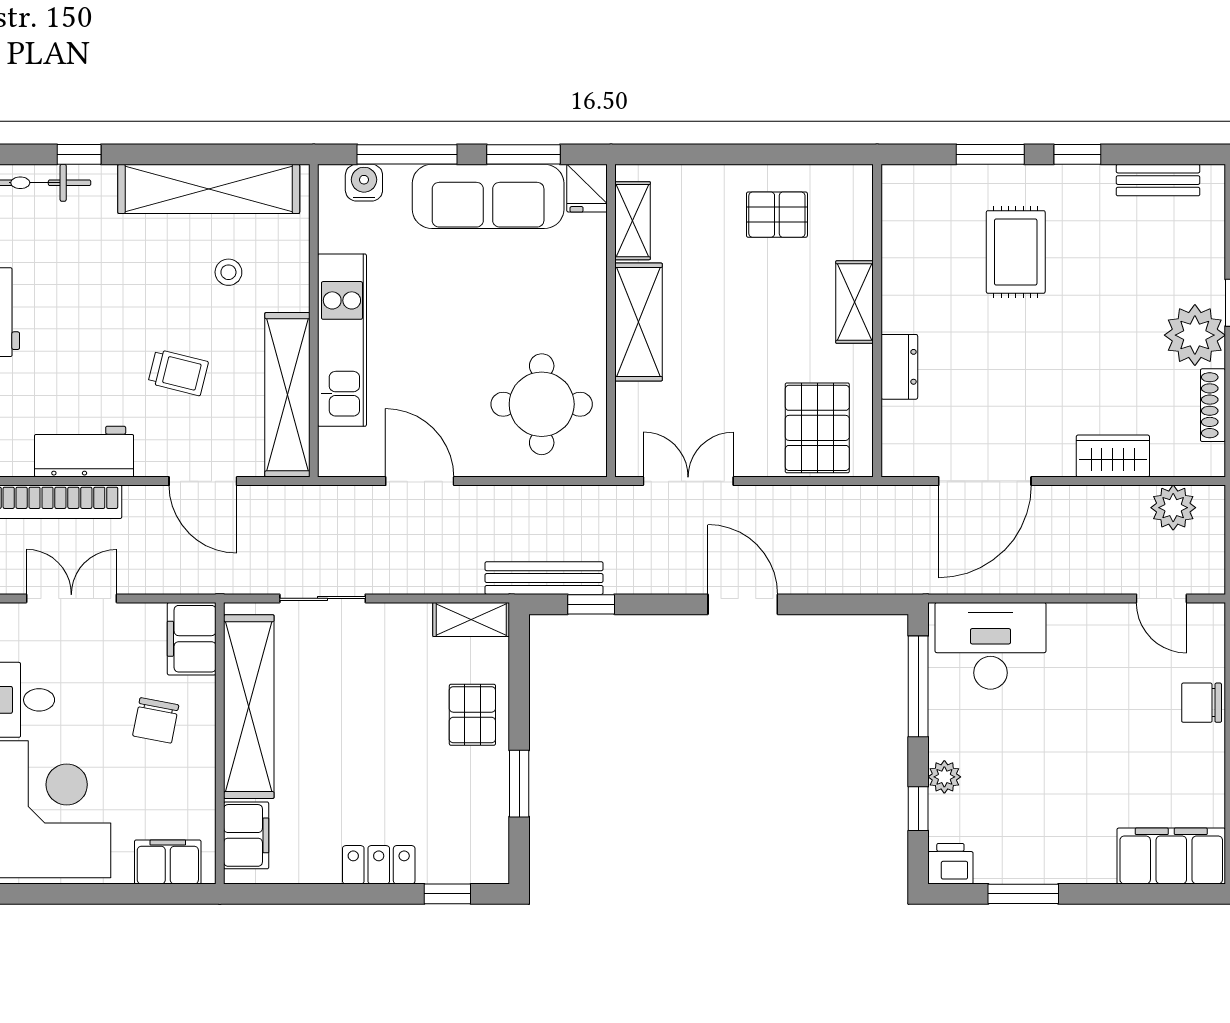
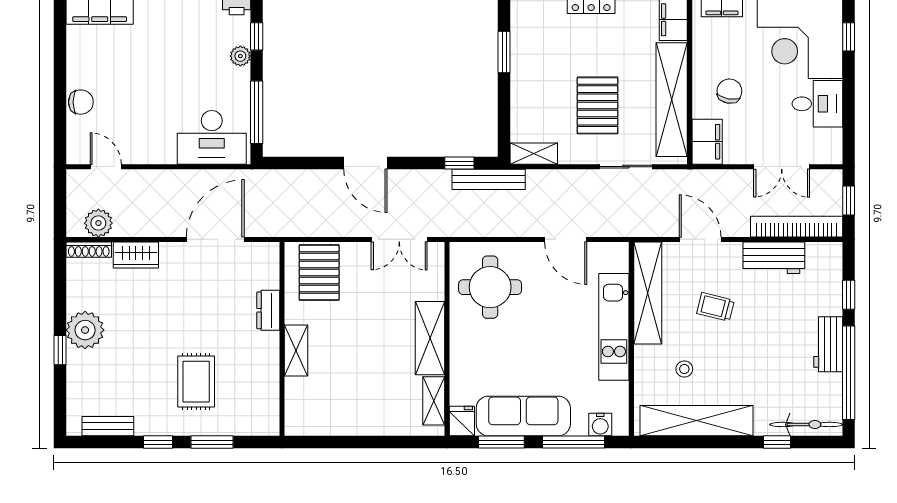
pallet: (777, 215) -> (344, 405), removed
shoe rack: (1213, 405) -> (89, 250), moved, turned 90
pallet: (472, 715) -> (597, 105), moved, width x1.50, depth x1.42

